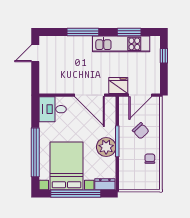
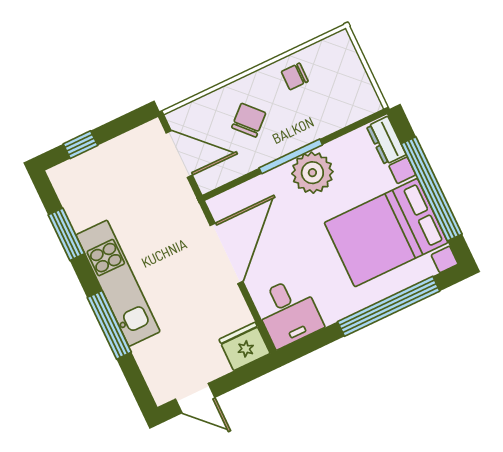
kitchen unit: (121, 44) -> (118, 283), moved
fridge: (118, 85) -> (244, 346), moved, turned 90

